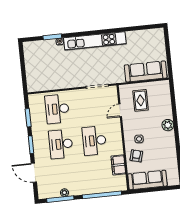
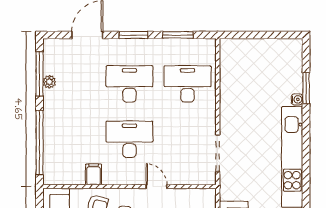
door: (120, 110) -> (156, 187), moved
filing cabinet: (118, 165) -> (94, 174), width x0.50

